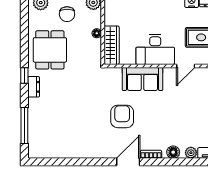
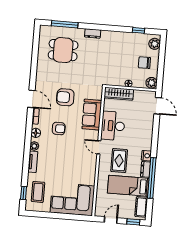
dining table: (50, 50) -> (63, 50), moved
window: (24, 75) -> (139, 30), moved
armchair: (122, 116) -> (65, 97), turned 180
armchair: (165, 122) -> (59, 129), added

